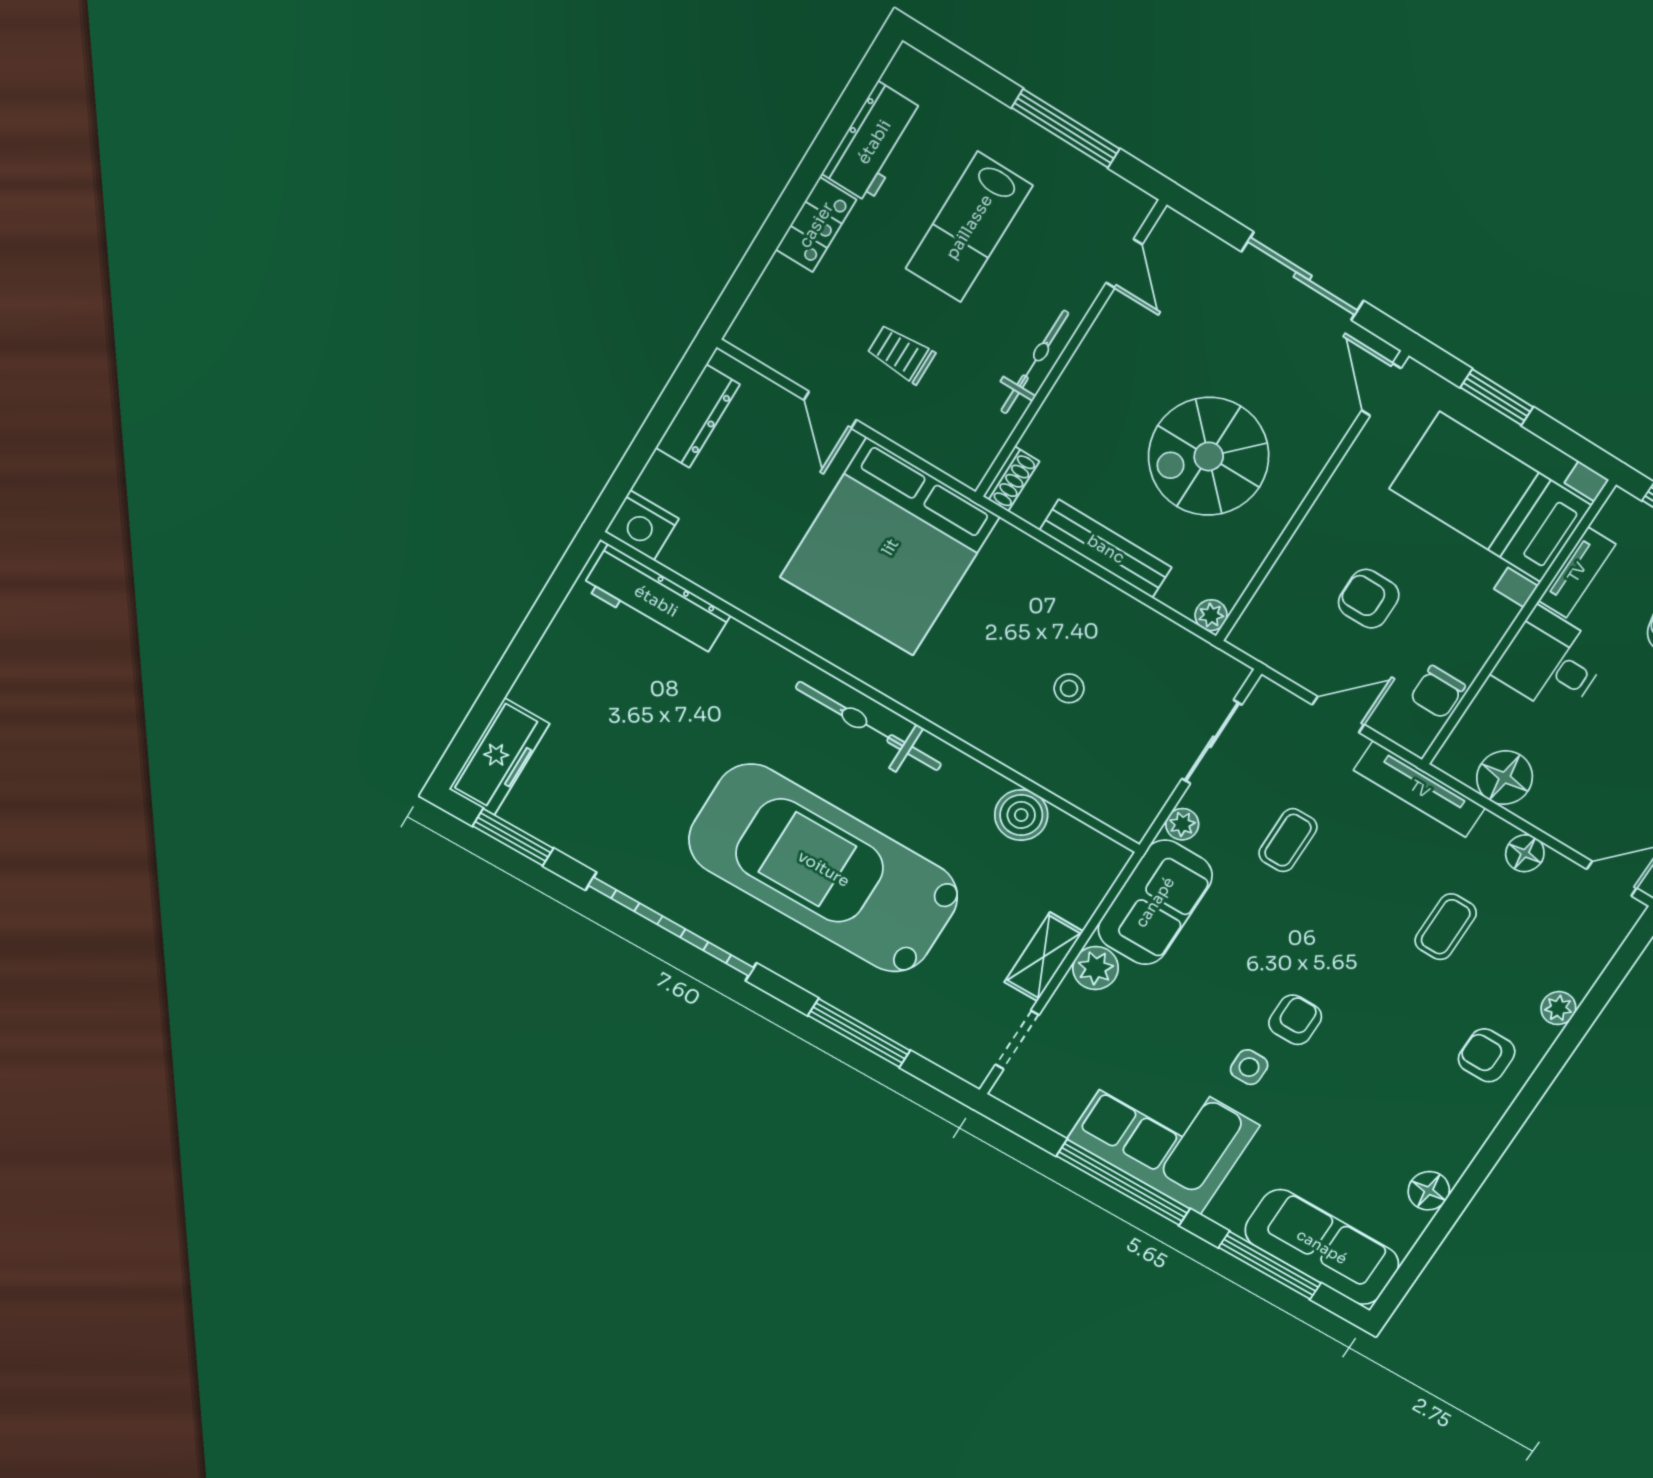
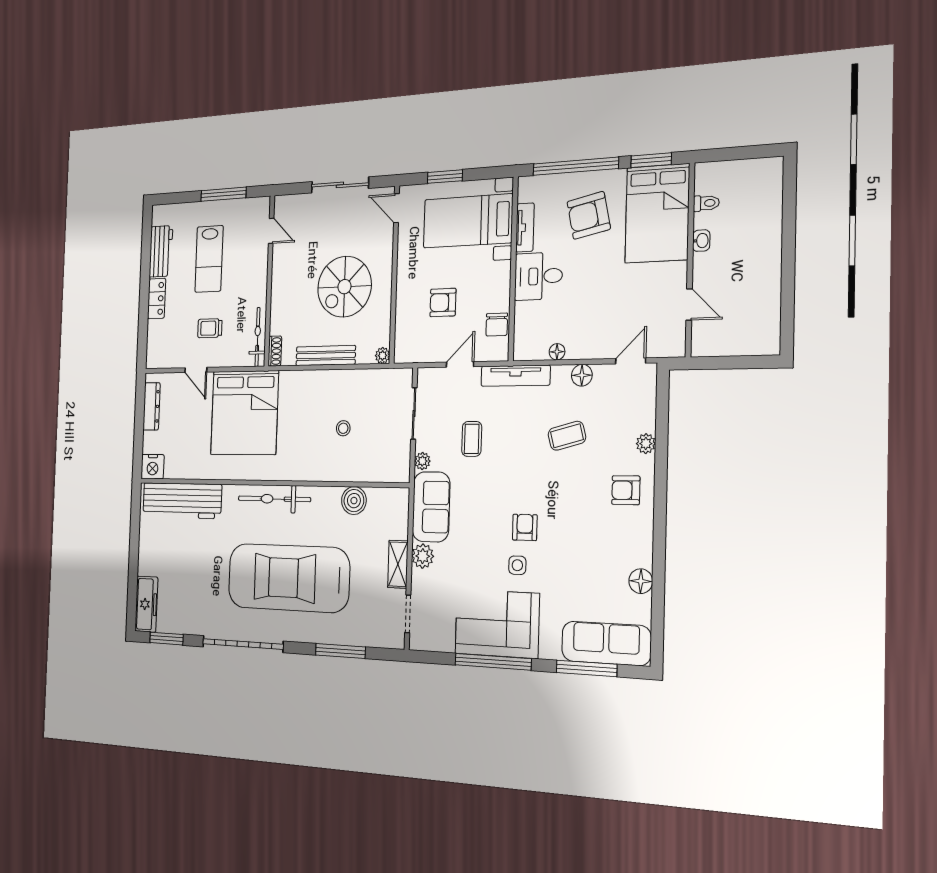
bicycle: (1035, 362) -> (258, 337), moved
workbench: (656, 601) -> (182, 501), width x1.36, depth x1.32
floor lamp: (1505, 778) -> (557, 352), width x0.53, depth x0.53
coffee table: (1446, 927) -> (567, 436), turned 75

